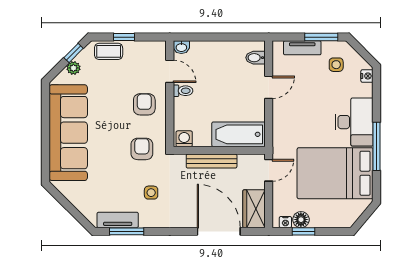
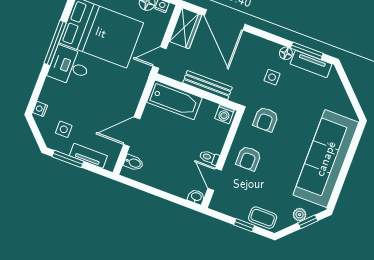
window: (74, 53) -> (308, 222), moved
door: (269, 87) -> (132, 132), width x1.38
desk: (354, 122) -> (69, 66), width x0.73
floor lamp: (146, 221) -> (286, 53), added

